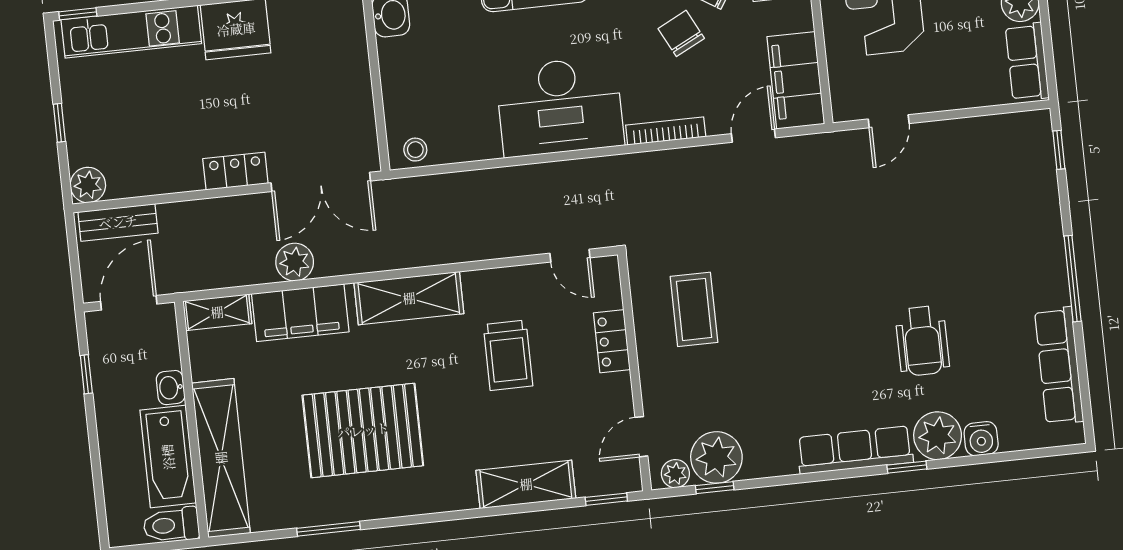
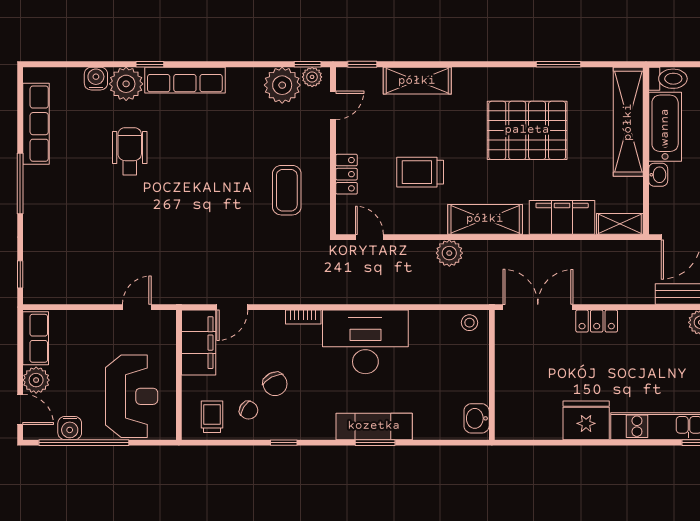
bookcase: (666, 131) -> (303, 317), width x0.64
plant: (295, 262) -> (449, 253), moved
trolley: (508, 355) -> (420, 172), turned -90
window: (715, 488) -> (308, 64), moved

